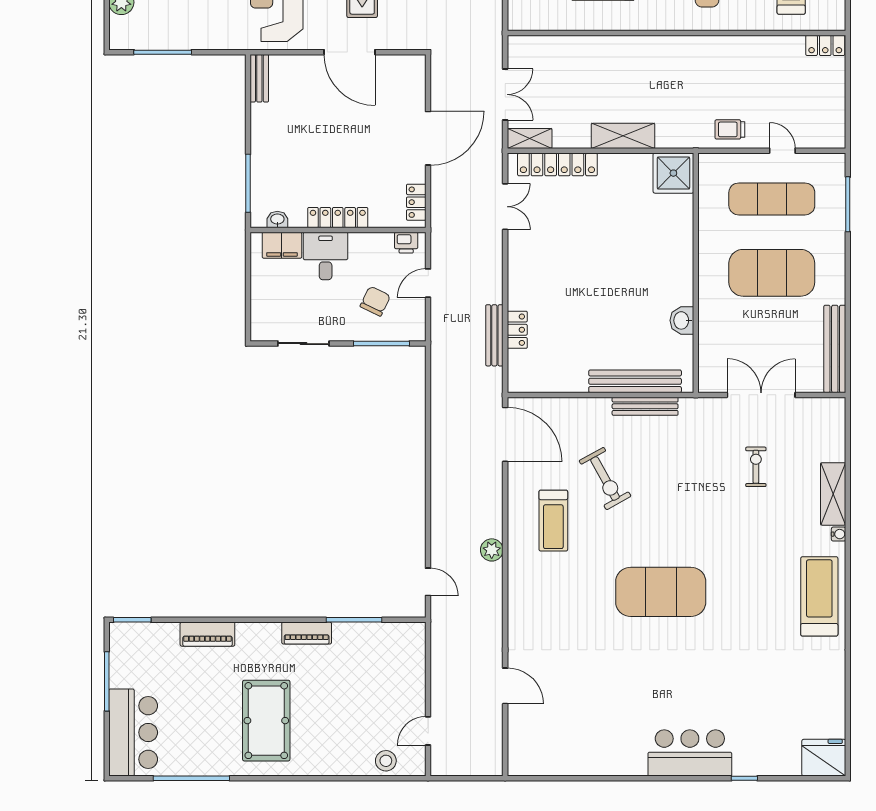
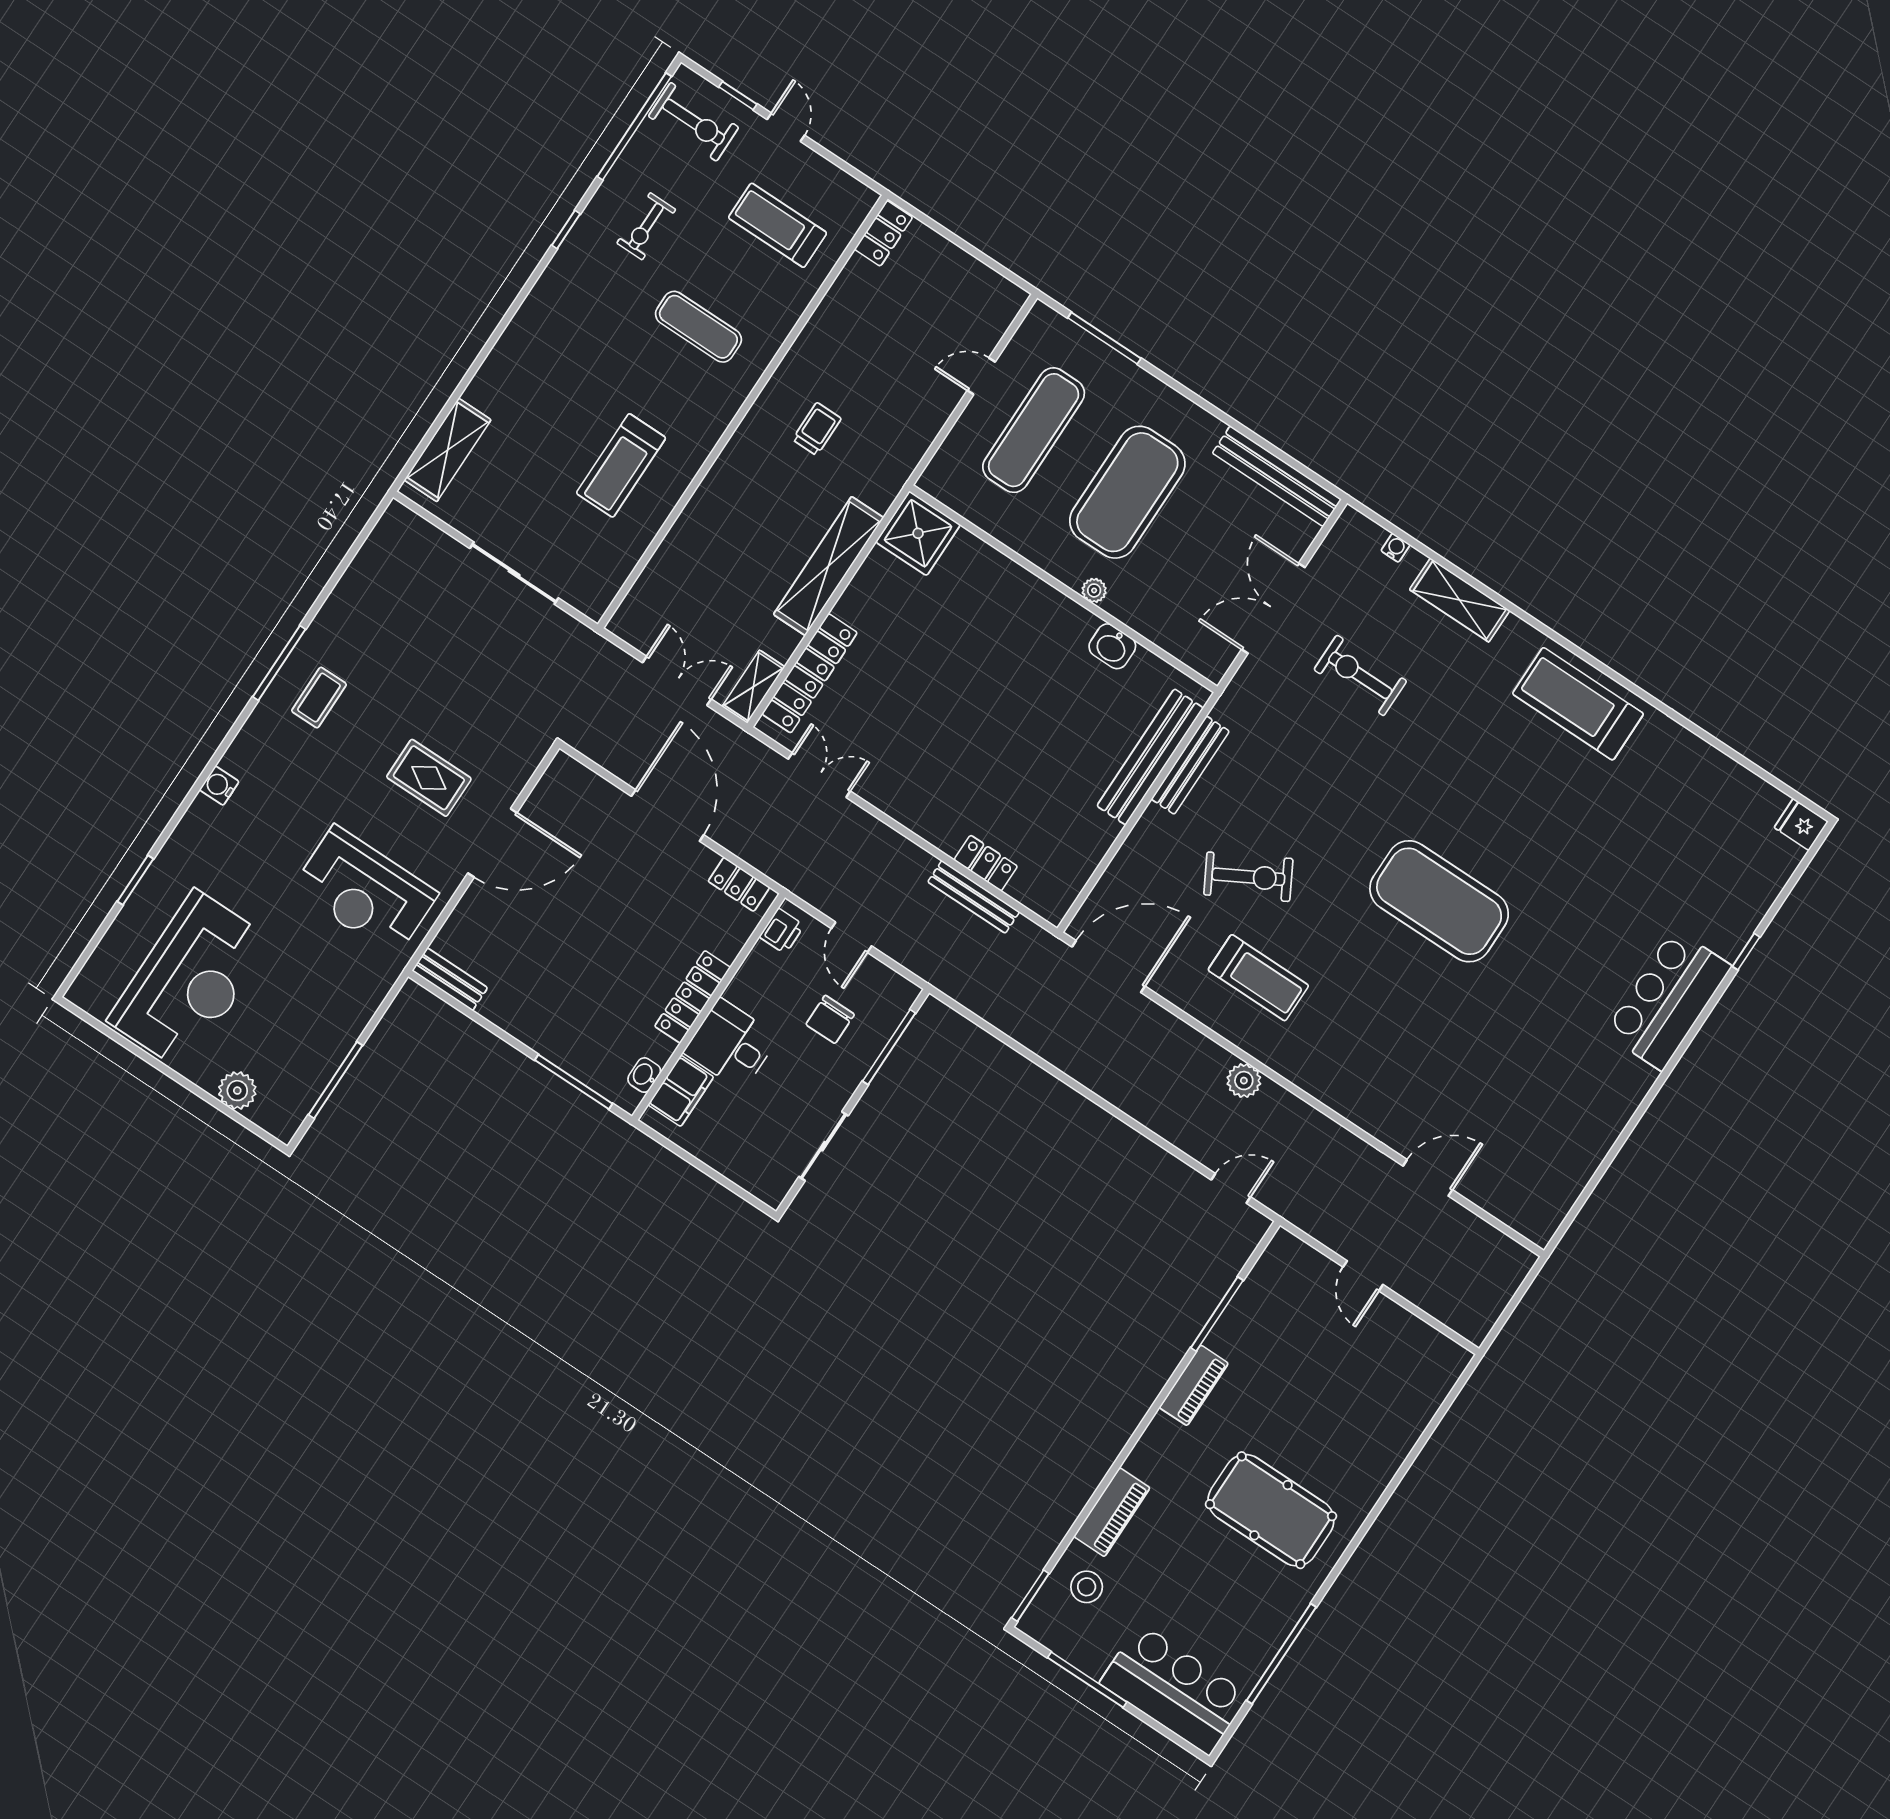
trolley: (730, 129) -> (817, 429), moved, turned 180
shelving: (623, 136) -> (828, 566), width x1.47
plant: (706, 290) -> (1094, 590), added
chair: (375, 301) -> (830, 1019), turned -116
exercise bike: (756, 467) -> (1360, 675), width x1.38, depth x1.39
water cooler: (839, 534) -> (1396, 548), moved
exercise mat: (661, 592) -> (1439, 901), turned 90
door: (428, 731) -> (1363, 1276), moved
fridge: (824, 758) -> (1801, 824), width x0.53, depth x0.75
stool: (386, 761) -> (1087, 1587), moved

